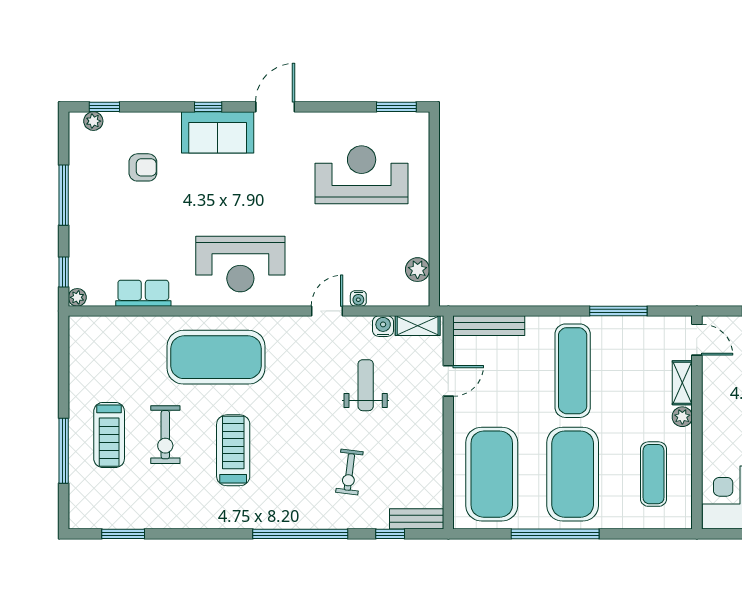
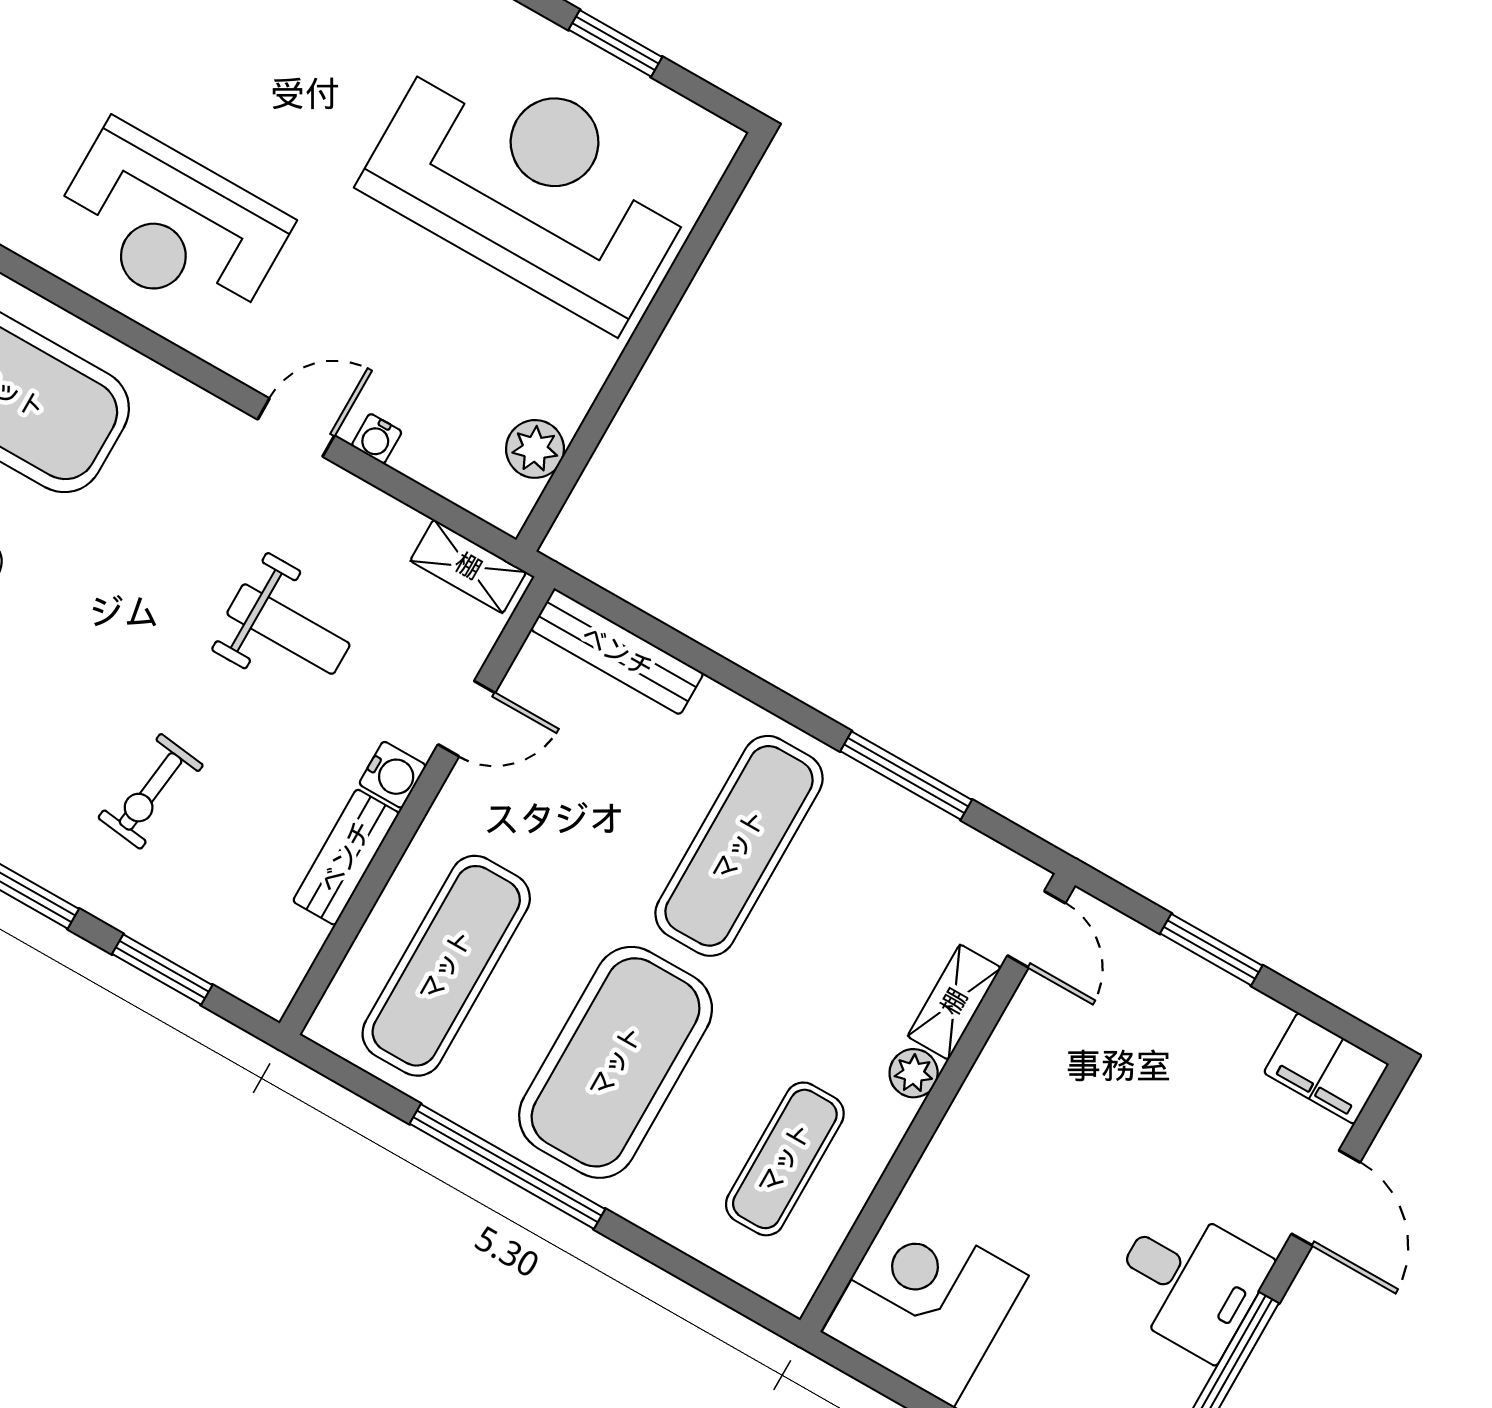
window: (396, 107) -> (615, 43), moved
reception desk: (362, 175) -> (531, 184), width x1.36, depth x1.30
water cooler: (383, 326) -> (393, 775), moved, turned 90
weight bench: (366, 385) -> (288, 629), turned 90
exercise mat: (492, 474) -> (446, 966), width x0.68
bench: (417, 519) -> (346, 857), moved, turned 90
window: (390, 534) -> (162, 970), width x1.50

